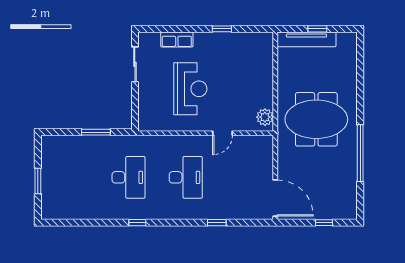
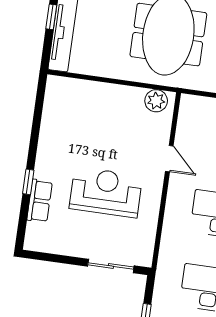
window: (222, 29) -> (28, 182), moved
sliding door: (135, 64) -> (111, 266), moved

